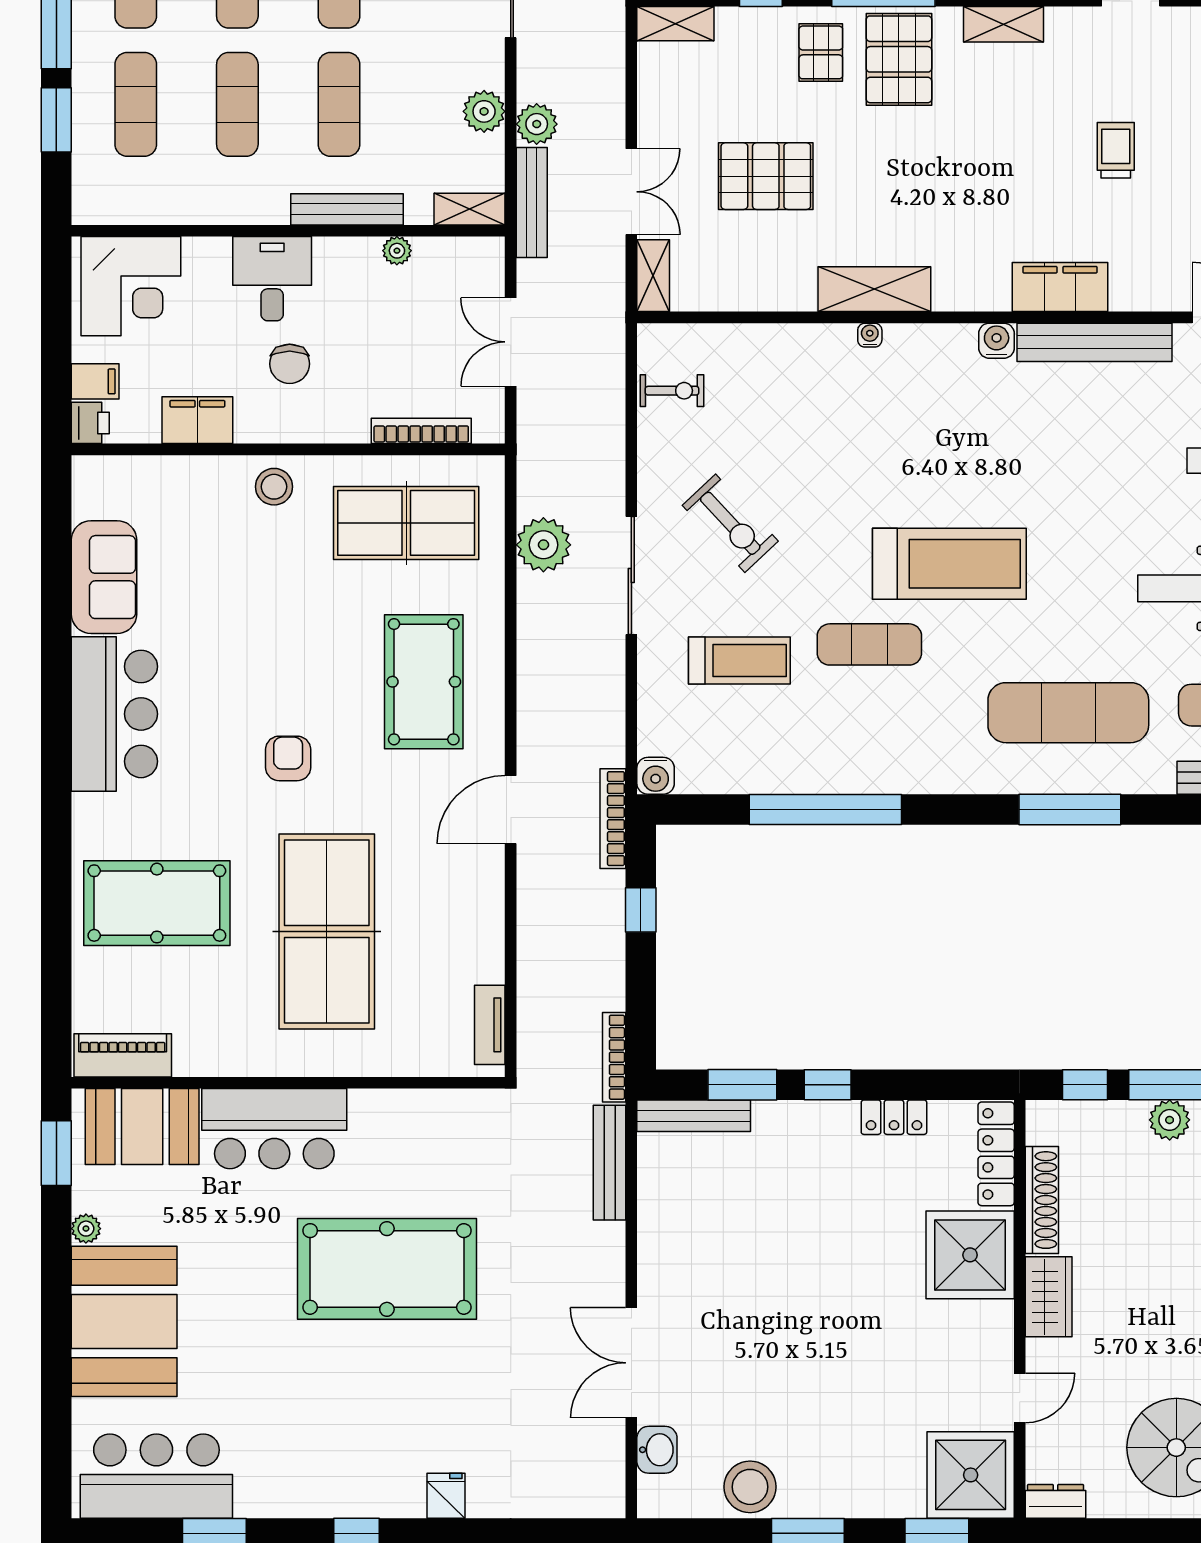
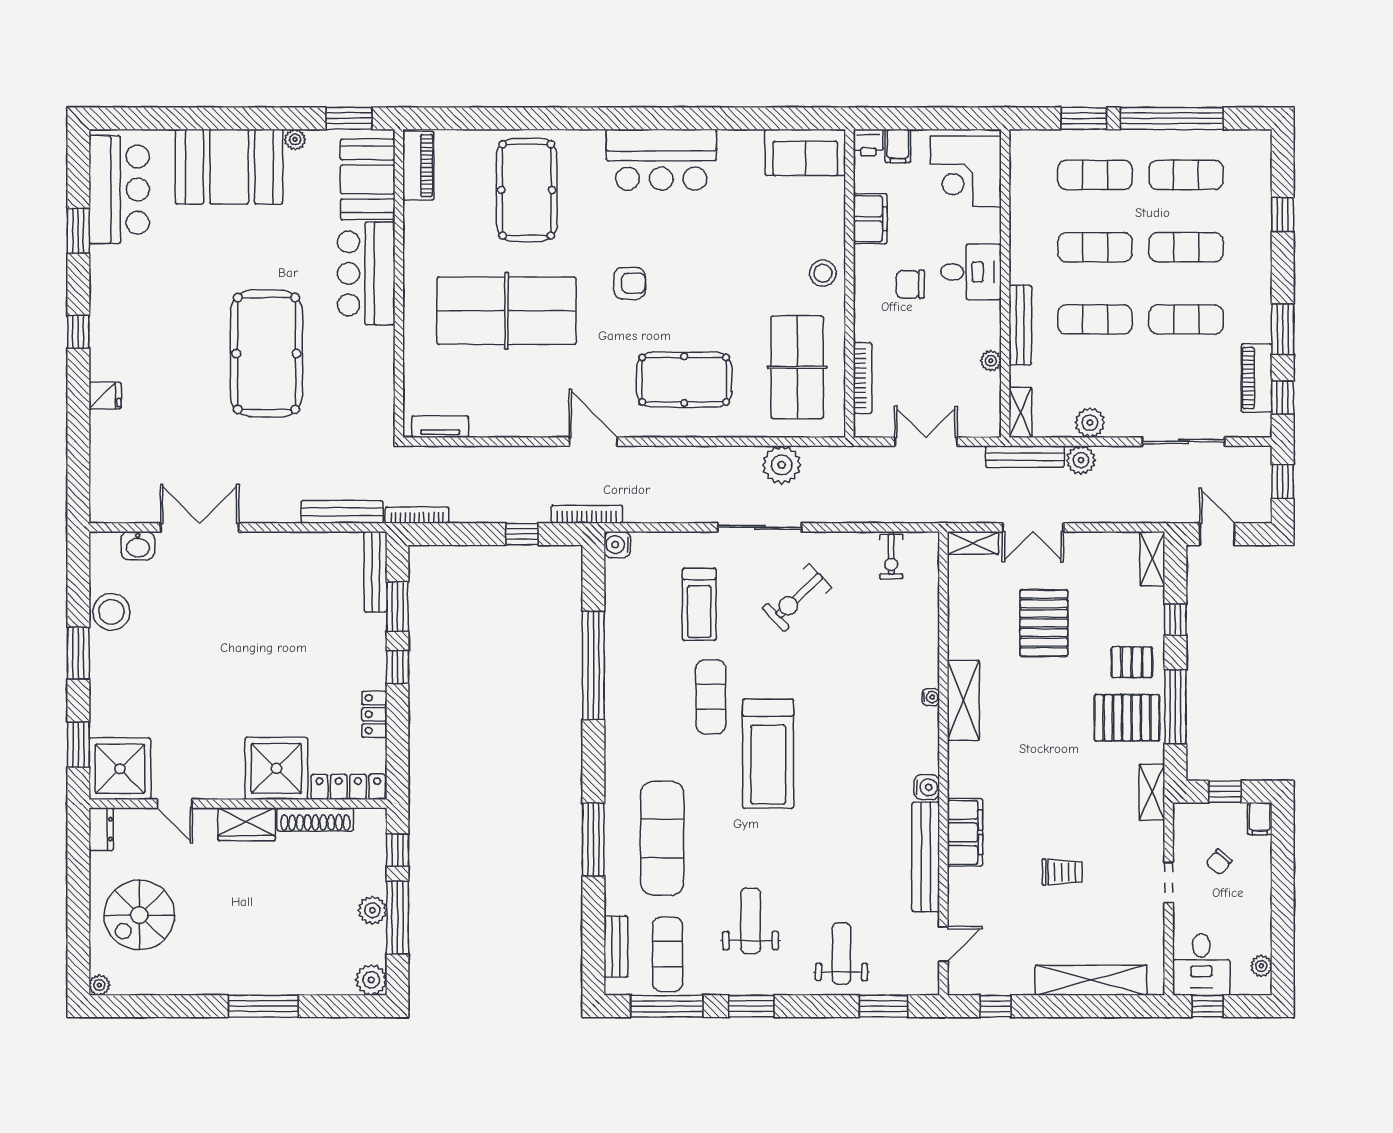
sofa: (104, 577) -> (805, 152), moved

